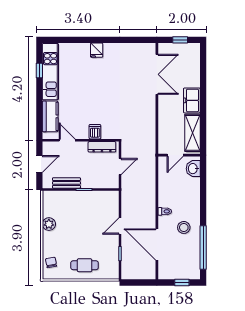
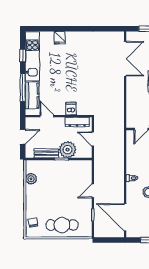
fridge: (97, 50) -> (60, 38), moved
window: (39, 107) -> (23, 87), added
door: (120, 167) -> (93, 139), swing flipped
plant: (91, 179) -> (68, 150), added
plant: (49, 224) -> (31, 179), moved
door: (157, 245) -> (125, 217), moved
cafe table: (85, 265) -> (62, 225), width x1.37, depth x1.35

